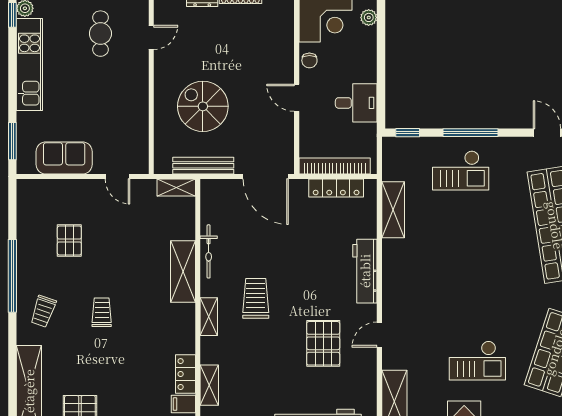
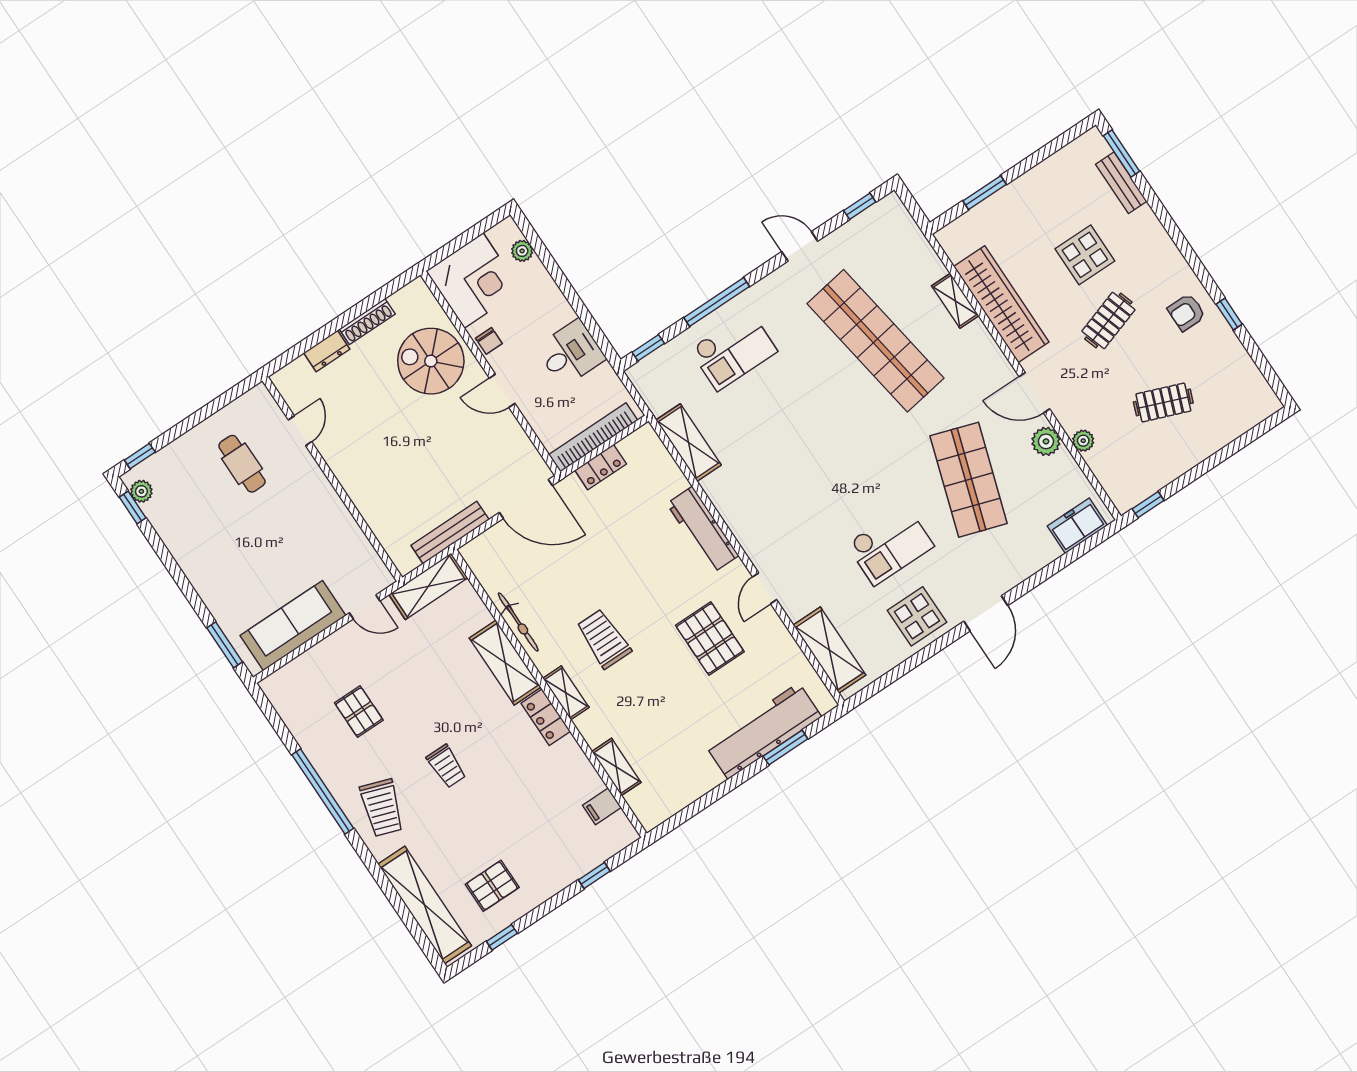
kitchen unit: (29, 65) -> (187, 549), removed
spiral stairs: (203, 106) -> (431, 361), moved
sofa: (64, 158) -> (293, 626), width x1.36
shelving: (176, 188) -> (428, 586), width x1.50, depth x1.33
locker: (336, 188) -> (601, 467), width x0.66
trolley: (43, 311) -> (382, 808), width x1.36, depth x1.39
trolley: (102, 312) -> (446, 766), turned 180
locker: (185, 374) -> (546, 717), moved

